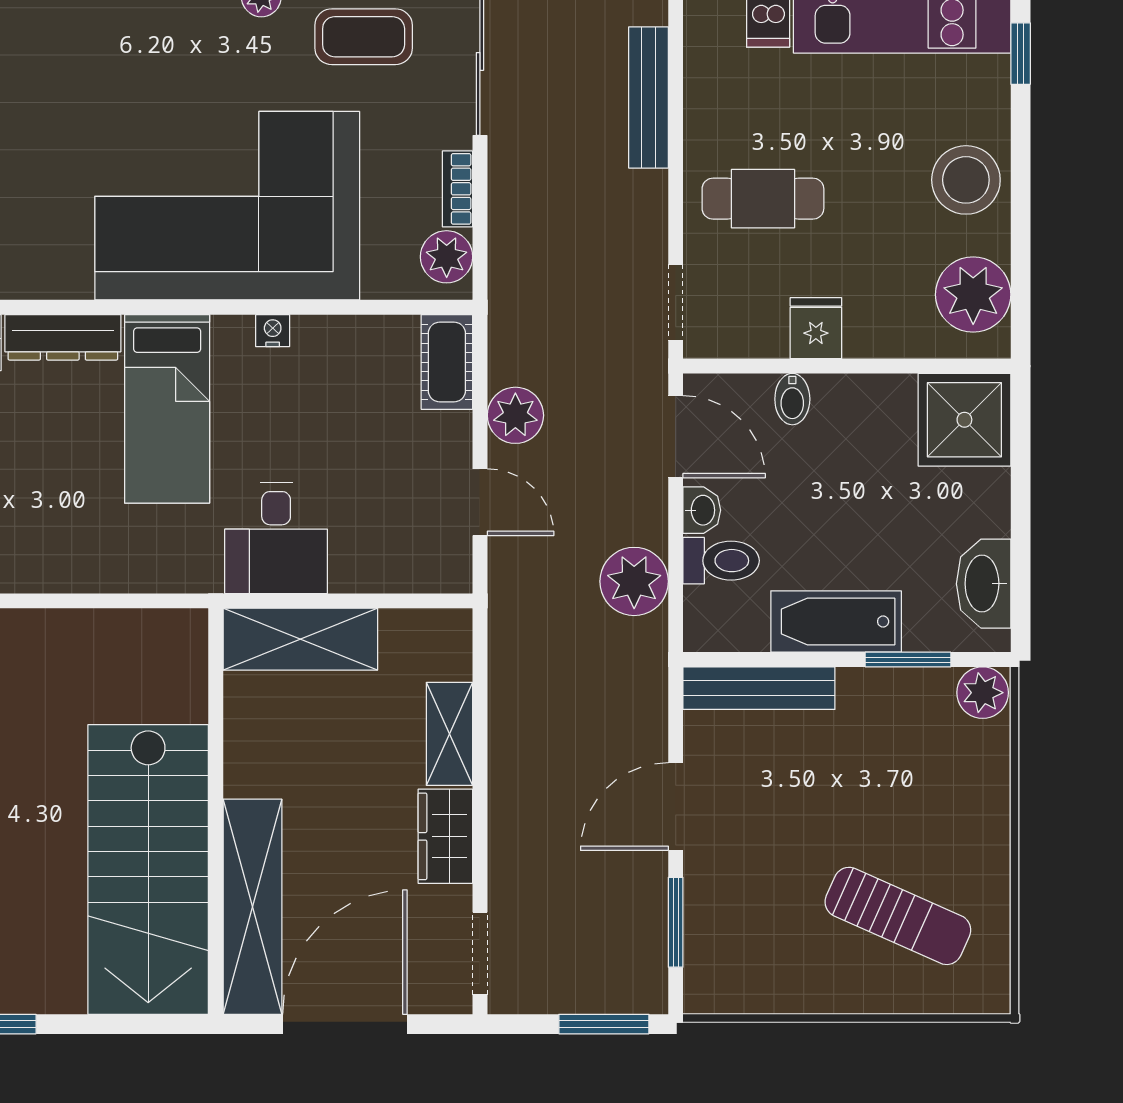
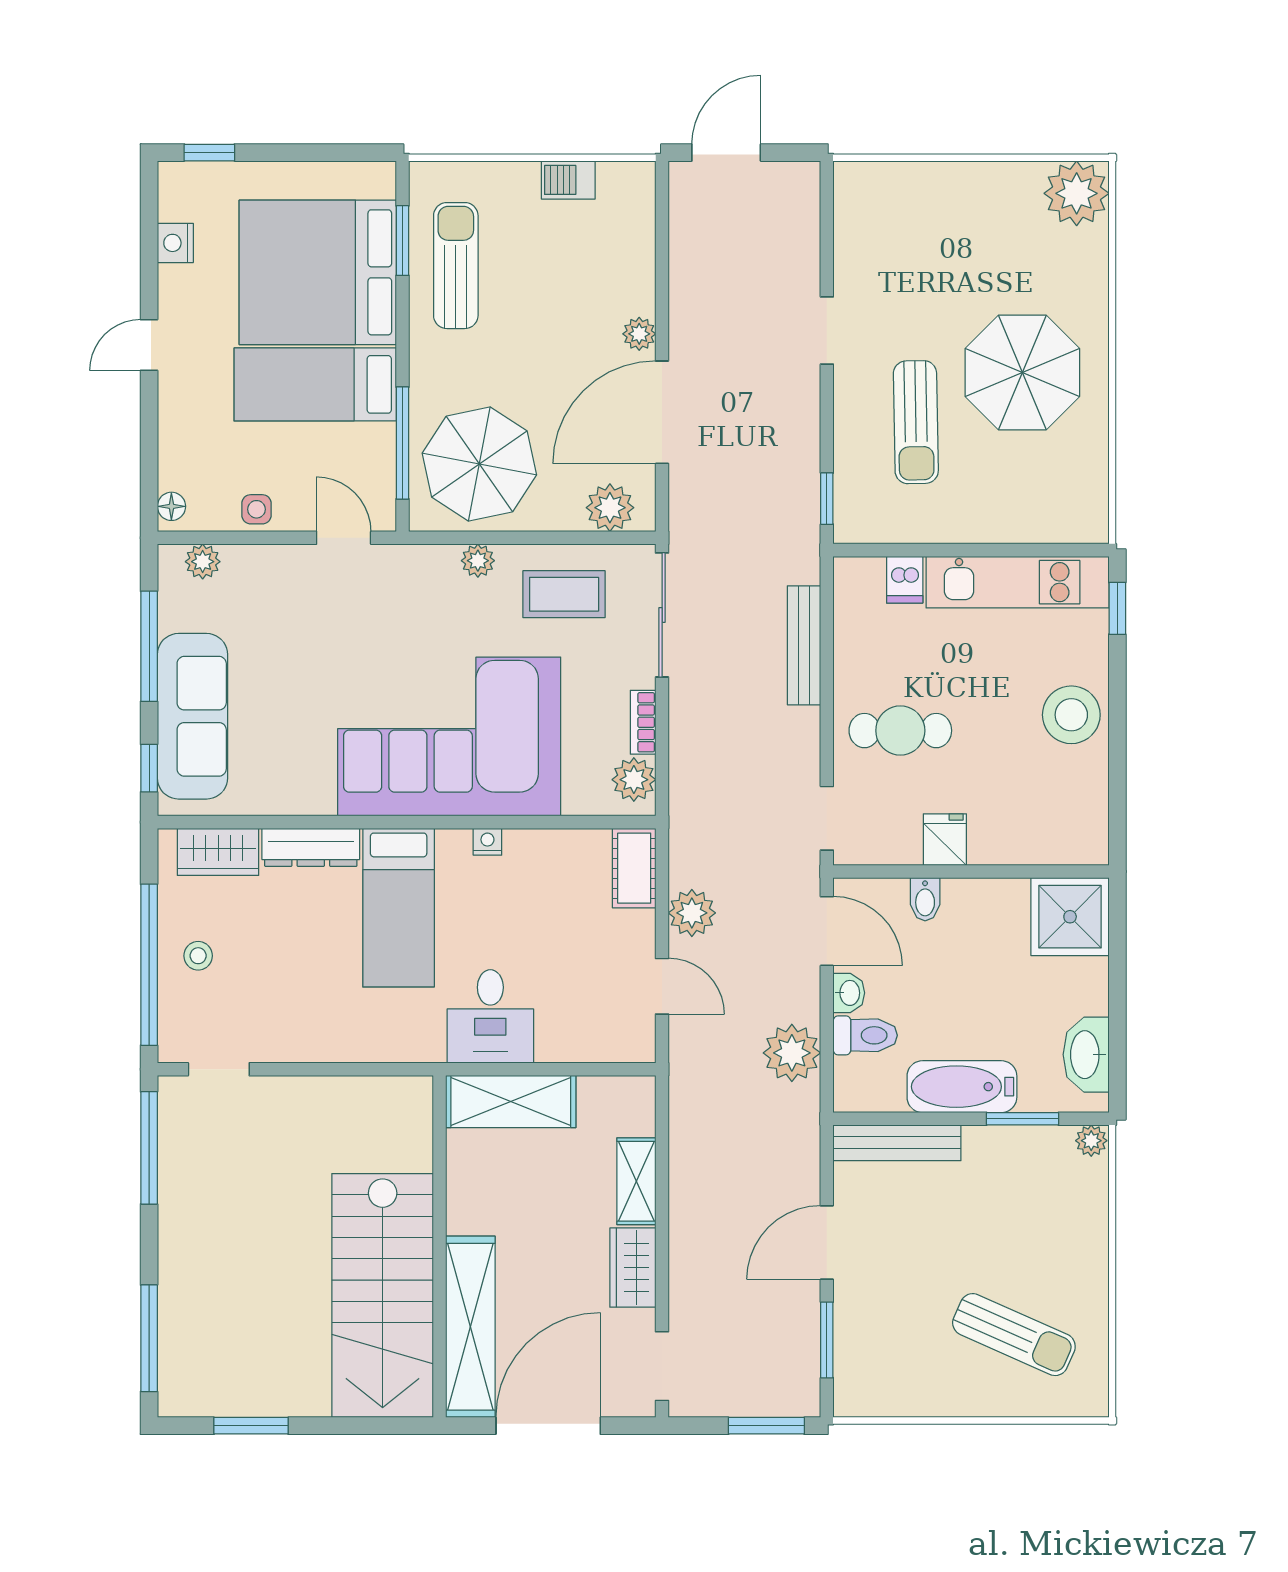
plant: (973, 295) -> (1077, 811), removed
plant: (983, 693) -> (1091, 1141), width x0.73, depth x0.73

